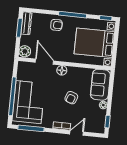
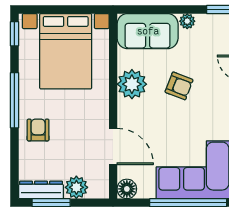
plant: (25, 51) -> (76, 187), moved
door: (44, 62) -> (113, 147), swing flipped
floor lamp: (62, 70) -> (127, 189), moved
plant: (75, 74) -> (132, 84), added

